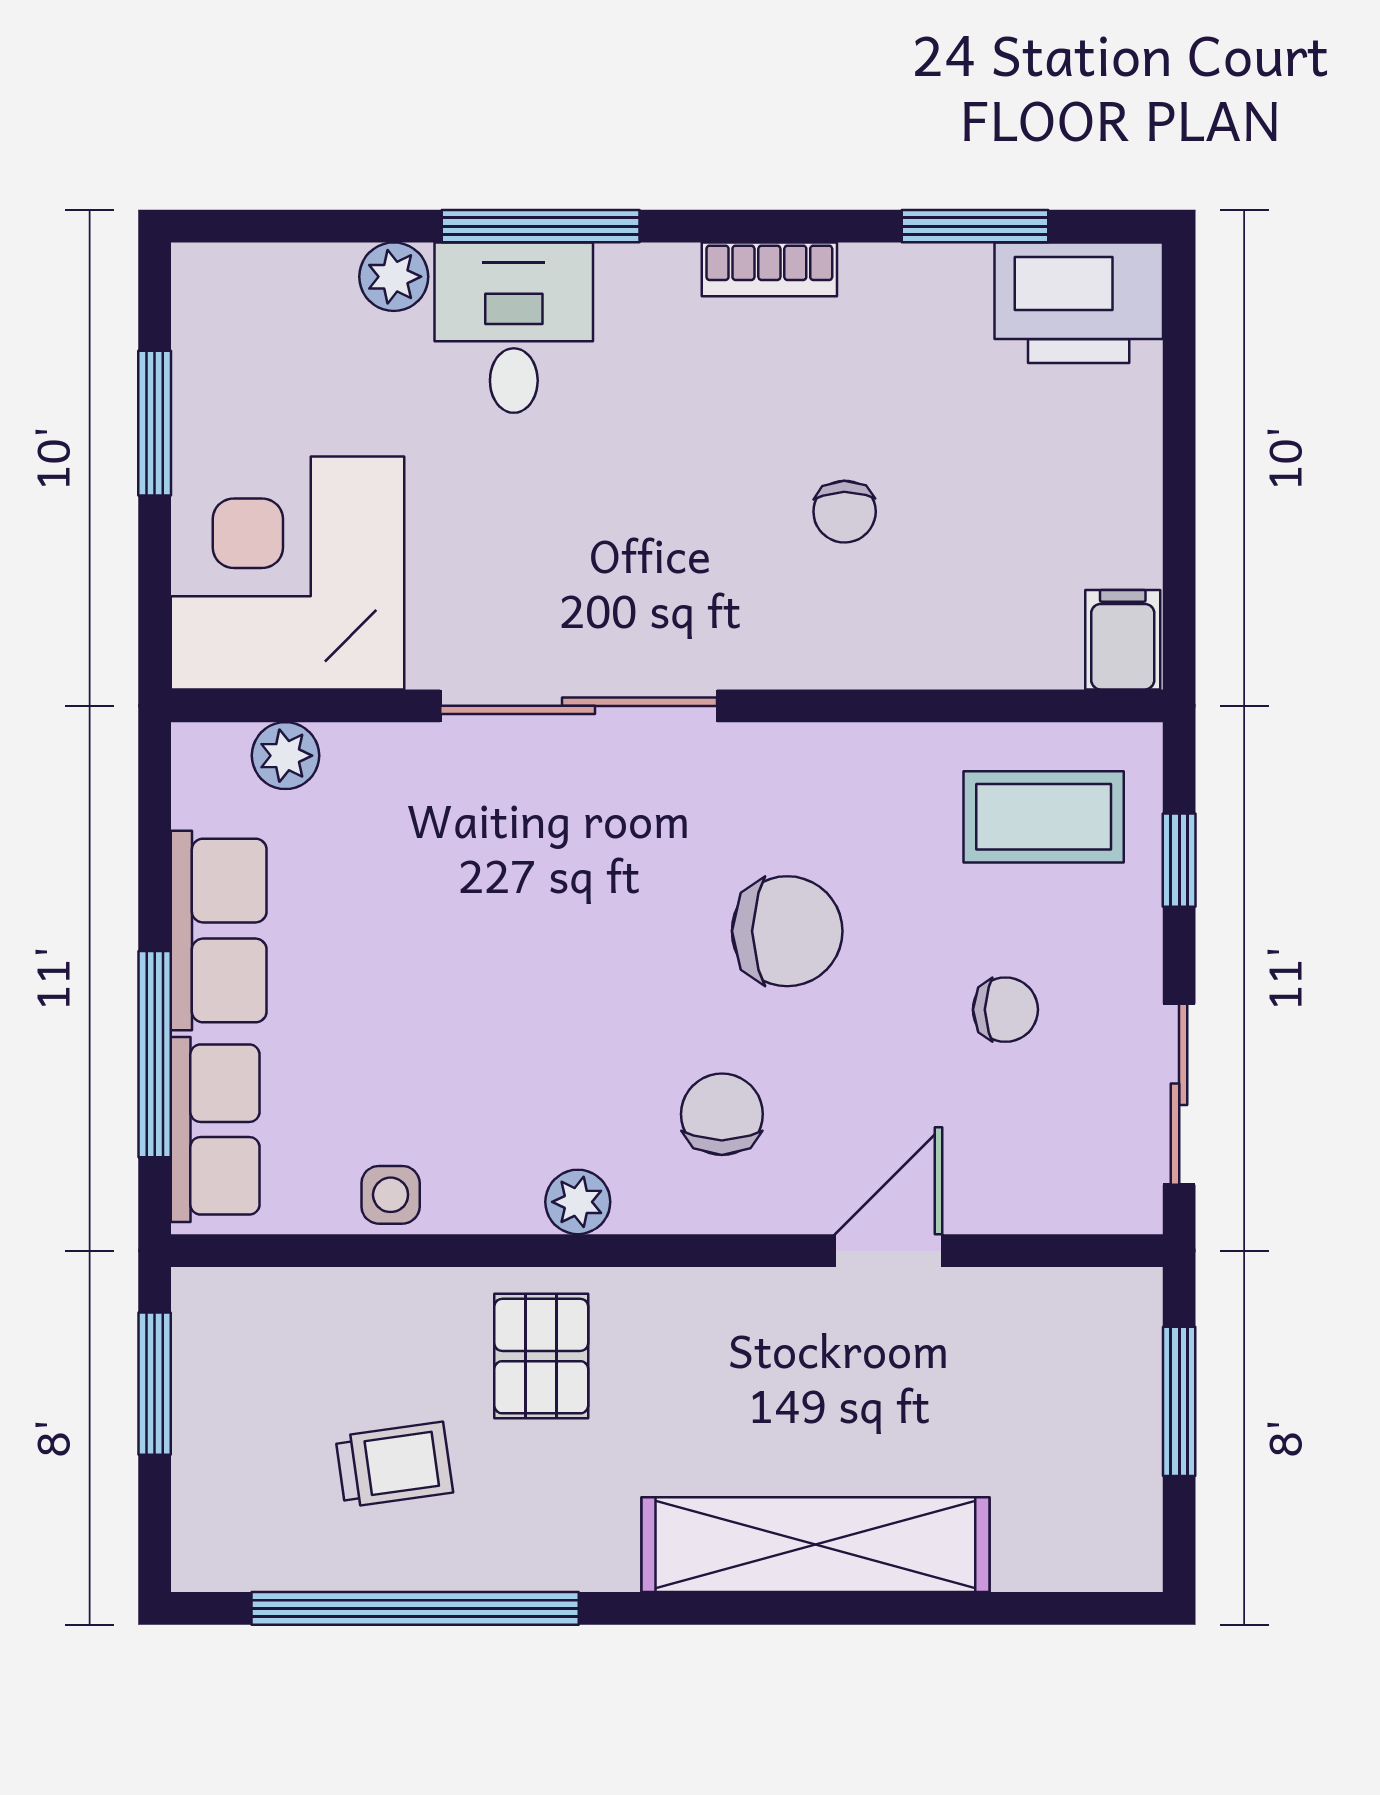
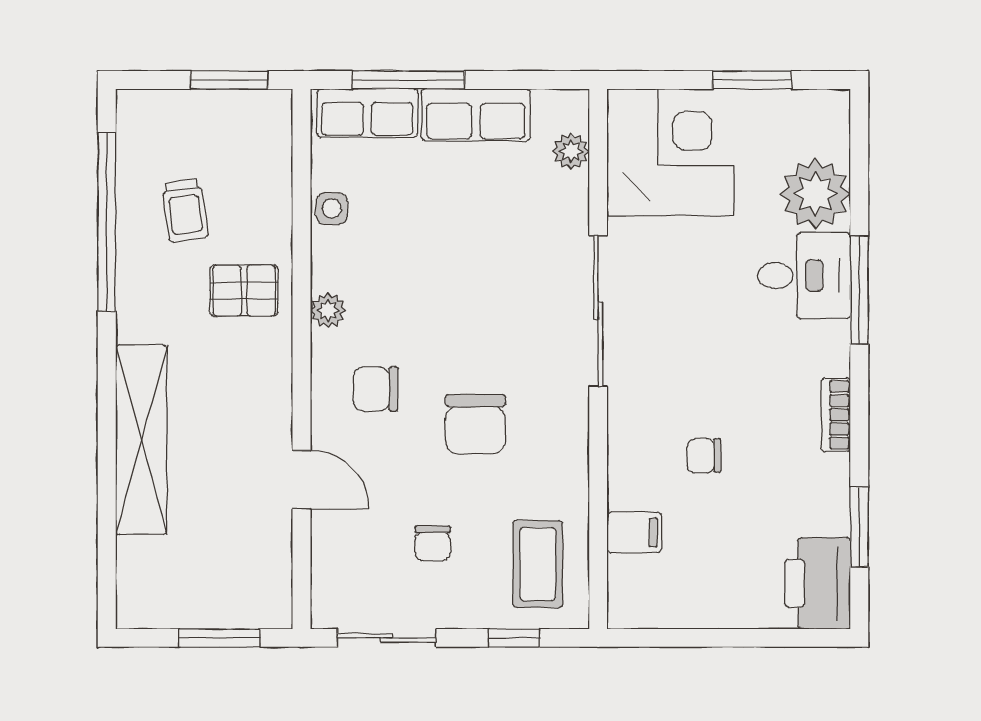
plant: (394, 277) -> (815, 194), width x1.87, depth x1.87
filing cabinet: (1123, 640) -> (634, 532), moved
chair: (722, 1114) -> (376, 389), turned 180

